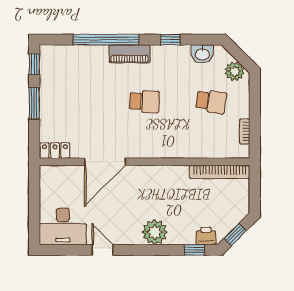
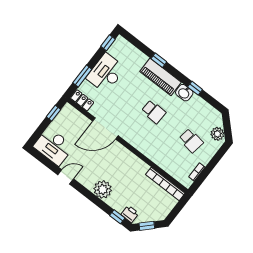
window: (106, 40) -> (159, 60), width x0.32
piano: (129, 54) -> (160, 77), width x1.37, depth x1.33
washbasin: (202, 54) -> (184, 93), moved
desk: (58, 100) -> (106, 73), added
window: (34, 103) -> (82, 76), moved
window: (34, 189) -> (54, 113), added
door: (103, 250) -> (66, 177), hinge flipped

